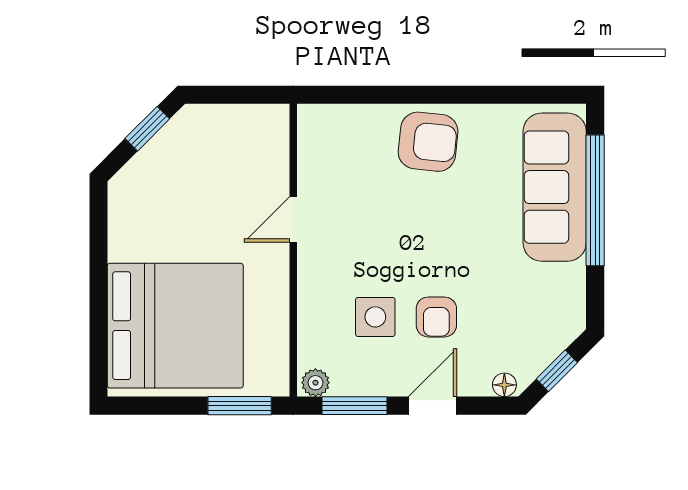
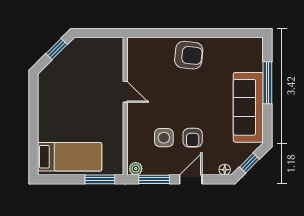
sofa: (555, 187) -> (248, 107), moved
window: (595, 200) -> (267, 83), width x0.68
door: (293, 219) -> (125, 92), swing flipped
bed: (175, 326) -> (70, 157), width x0.49

